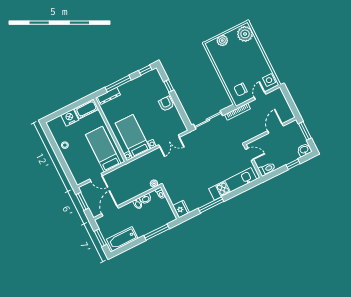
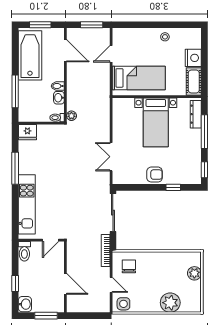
plant: (245, 34) -> (170, 303), moved
bed with nightstands: (133, 136) -> (156, 122), moved, turned 90
bathtub: (122, 239) -> (30, 55), width x1.36, depth x1.36

